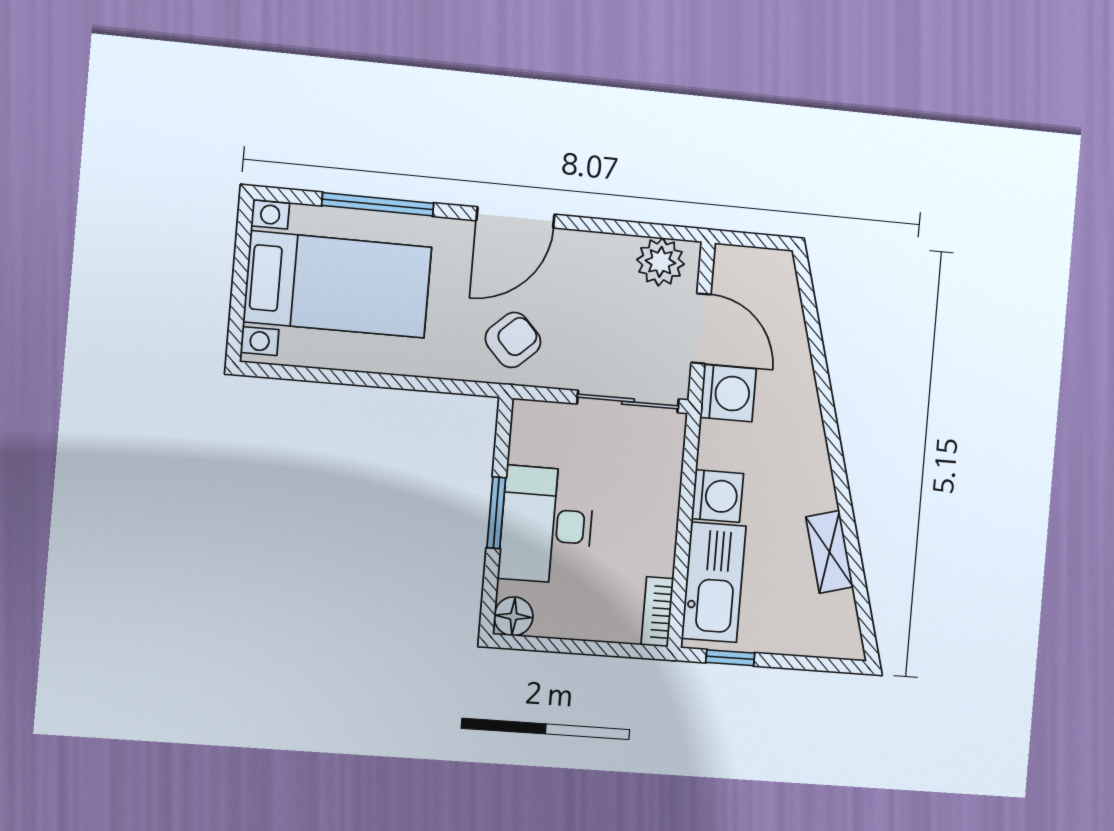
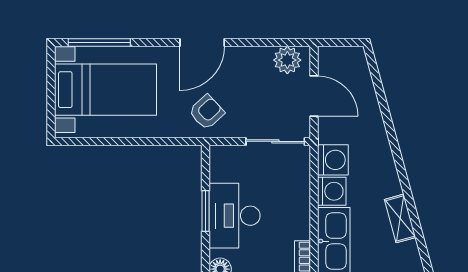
window: (378, 204) -> (99, 43), moved
washing machine: (728, 393) -> (333, 160), moved

